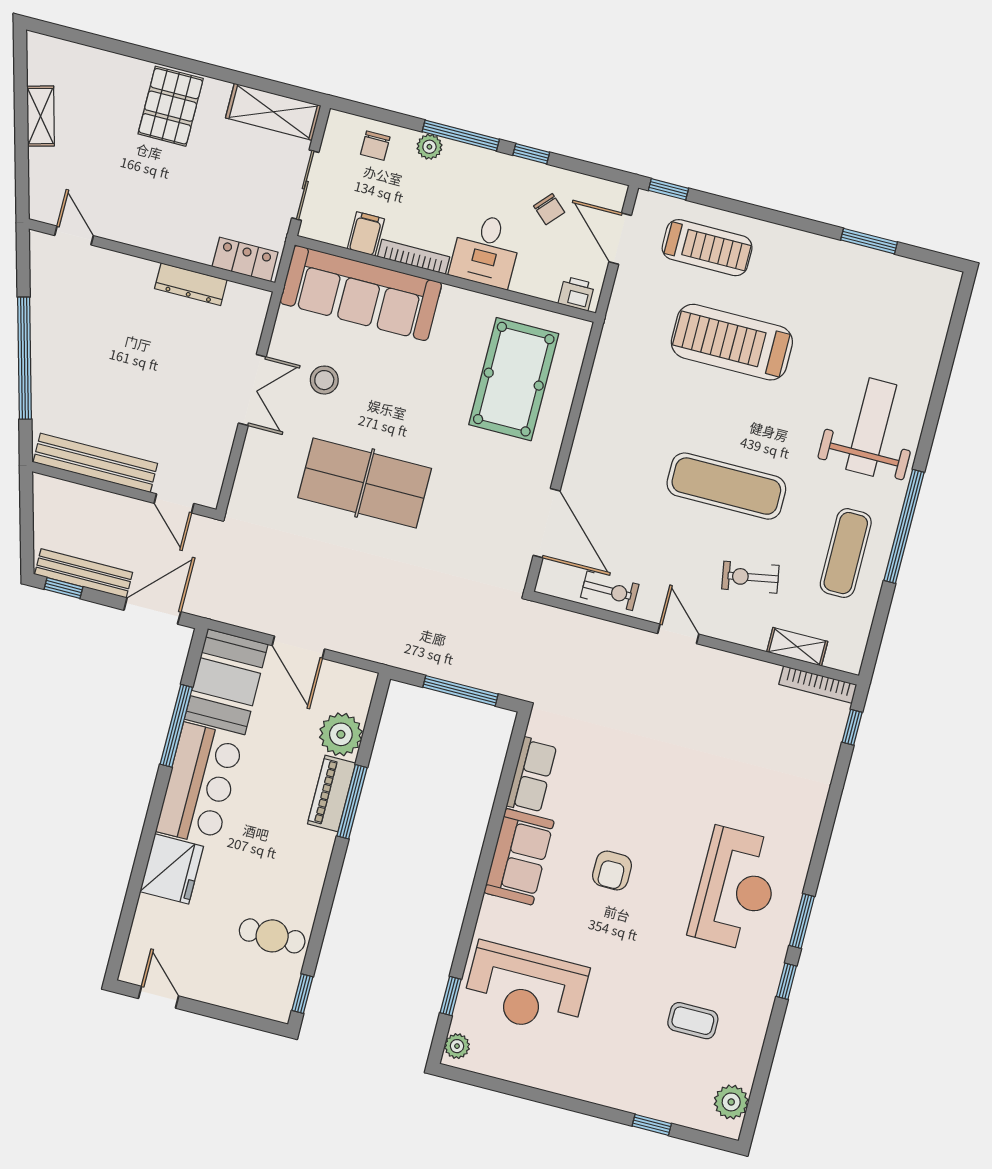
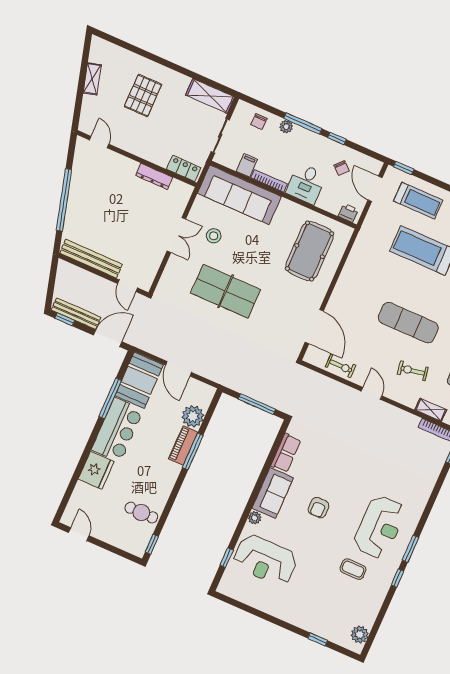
pallet: (171, 106) -> (143, 95), moved
coffee table: (693, 1021) -> (353, 569), moved
plant: (457, 1046) -> (255, 518), moved

